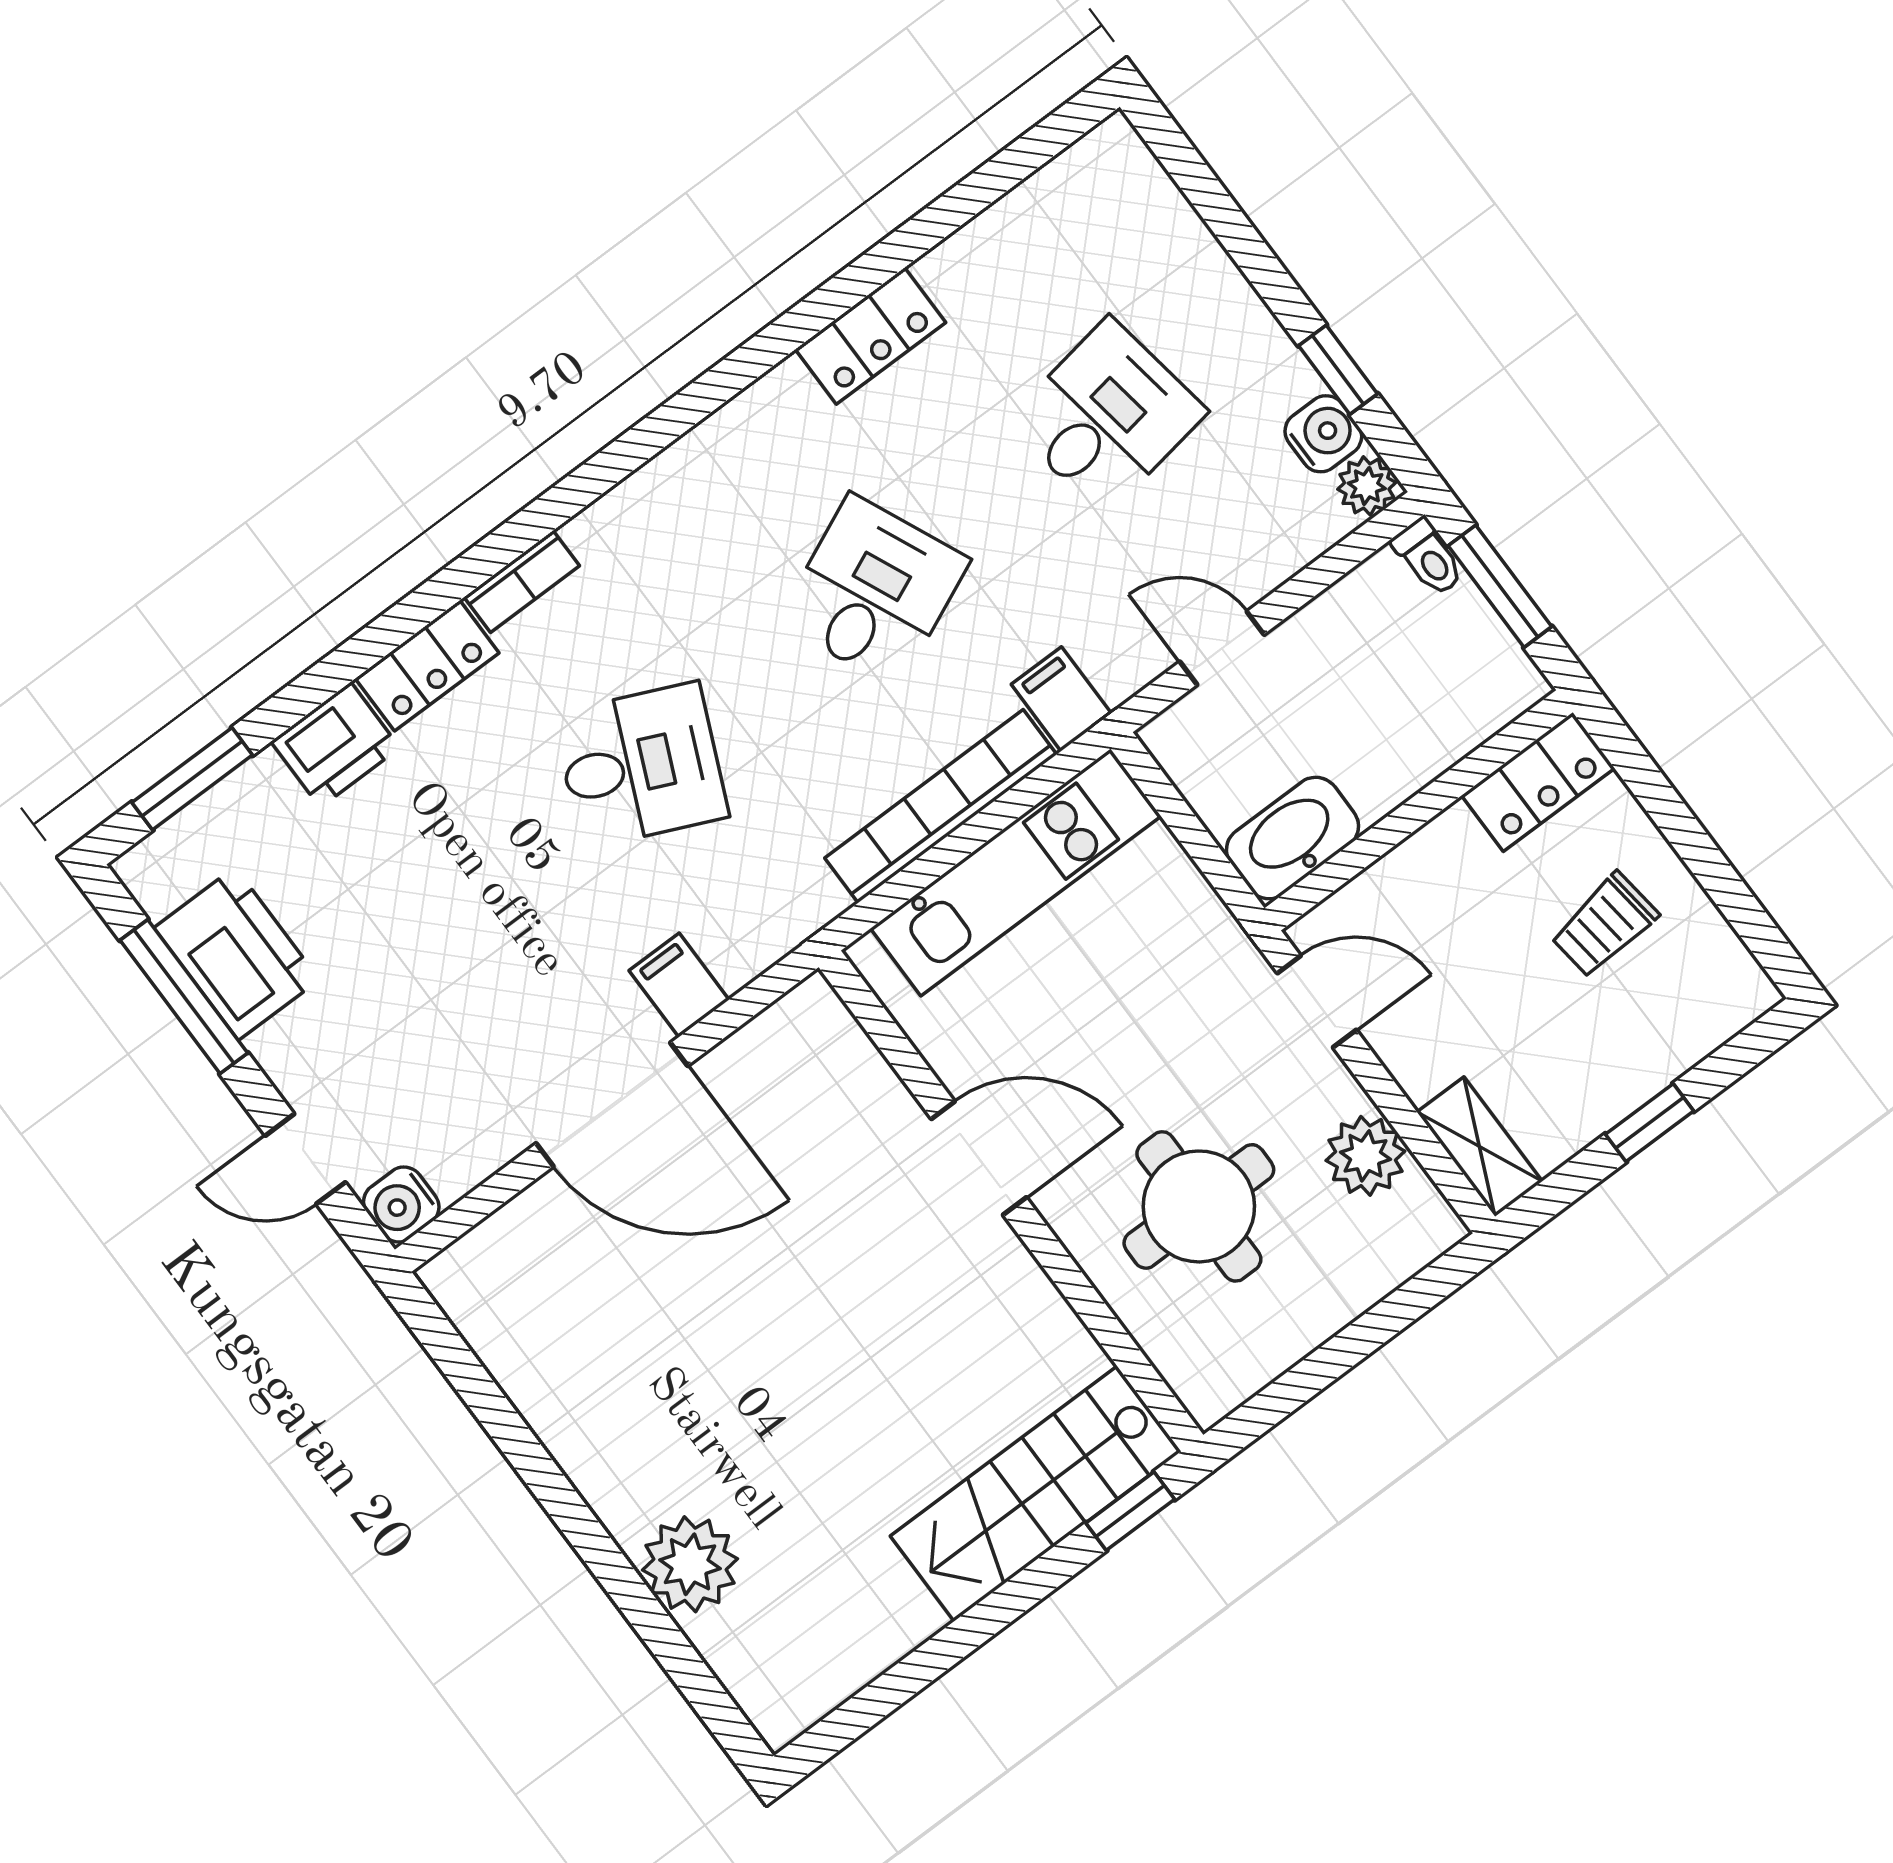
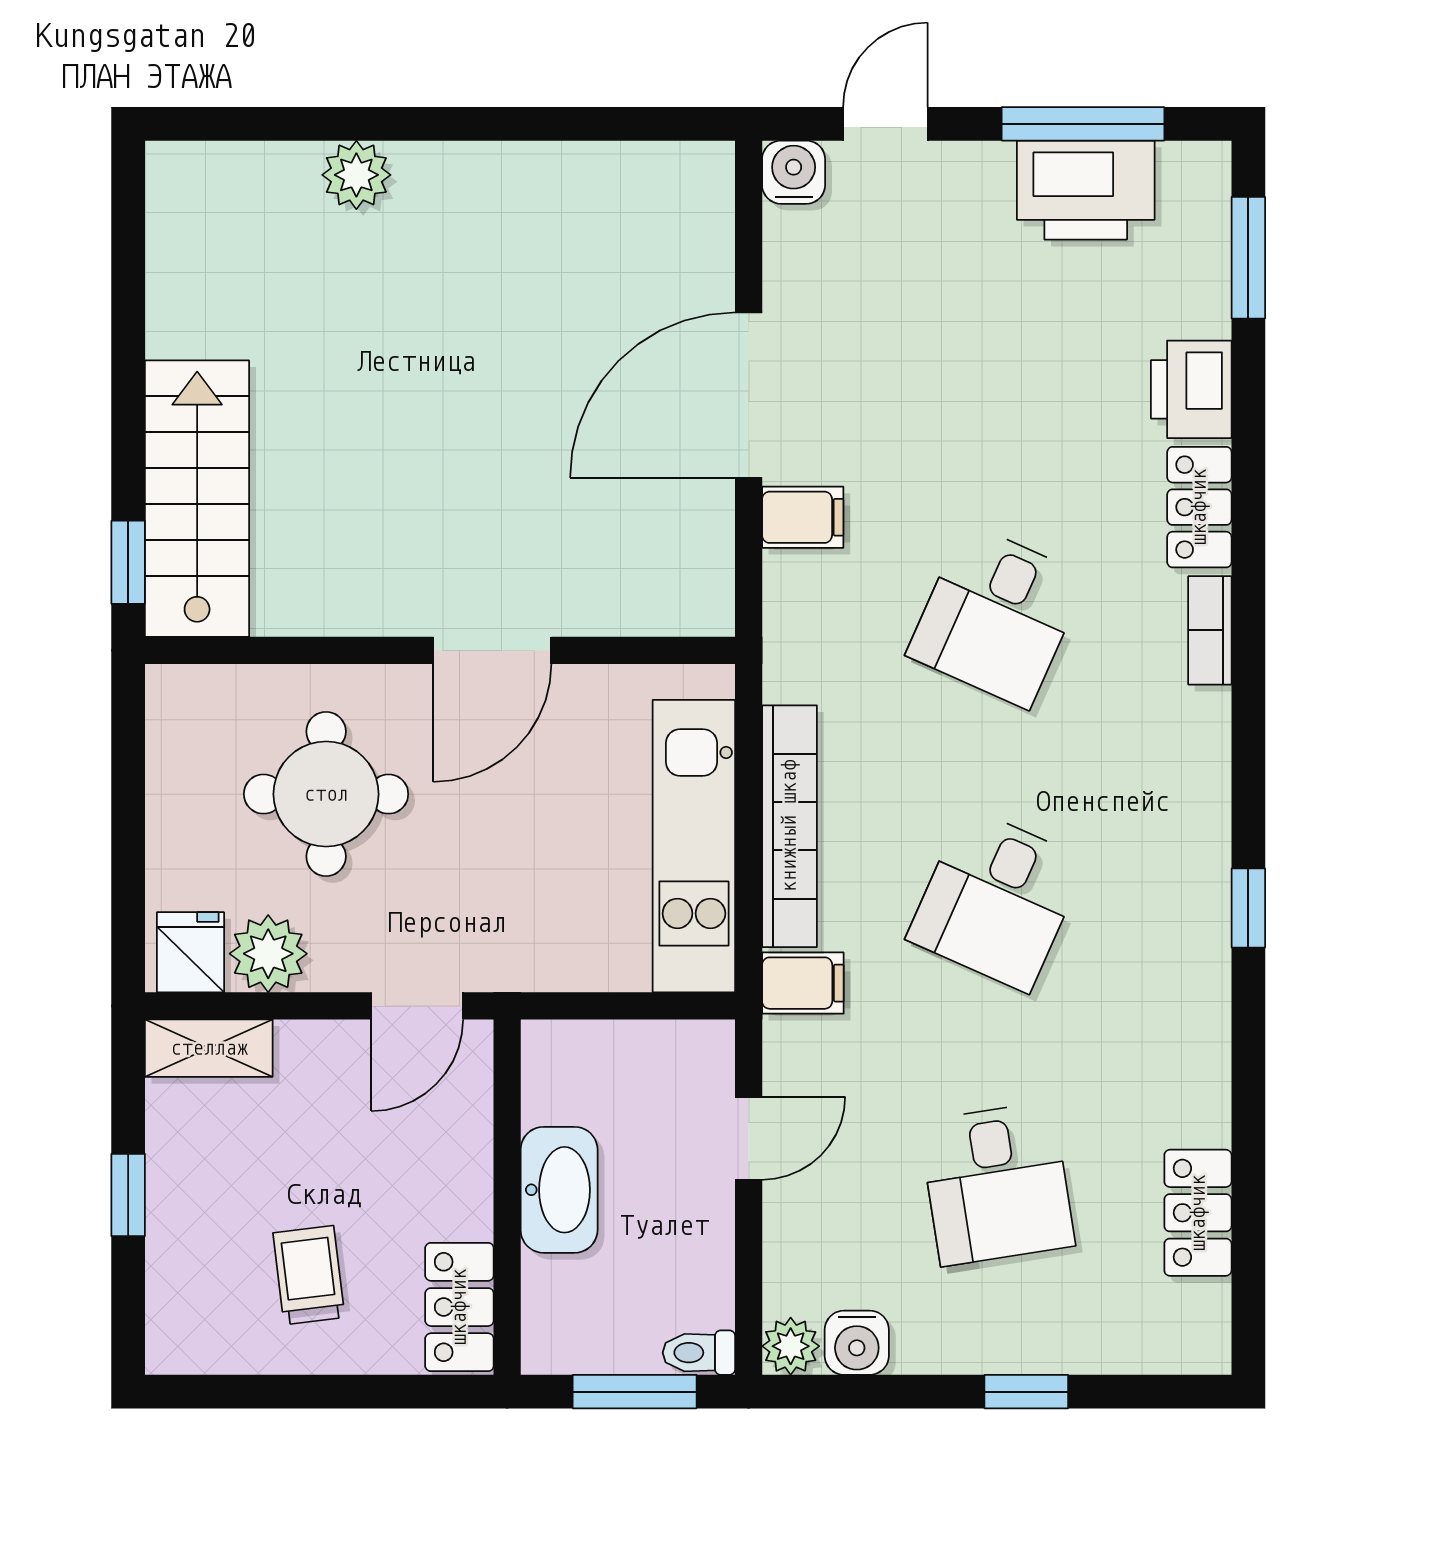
locker: (870, 336) -> (1198, 1213), moved
window: (1338, 370) -> (1026, 1392), moved
window: (726, 379) -> (1248, 908), added
desk: (874, 591) -> (997, 900), turned 48
washbasin: (1292, 838) -> (559, 1190), moved
fridge: (1412, 1221) -> (190, 952), added
plant: (690, 1564) -> (356, 175), width x0.73, depth x0.73

